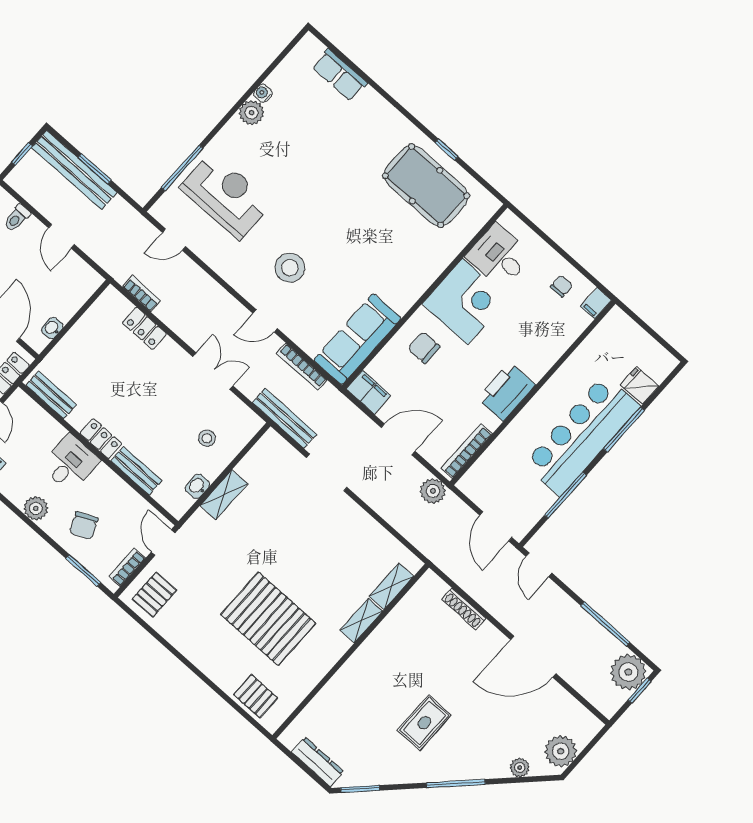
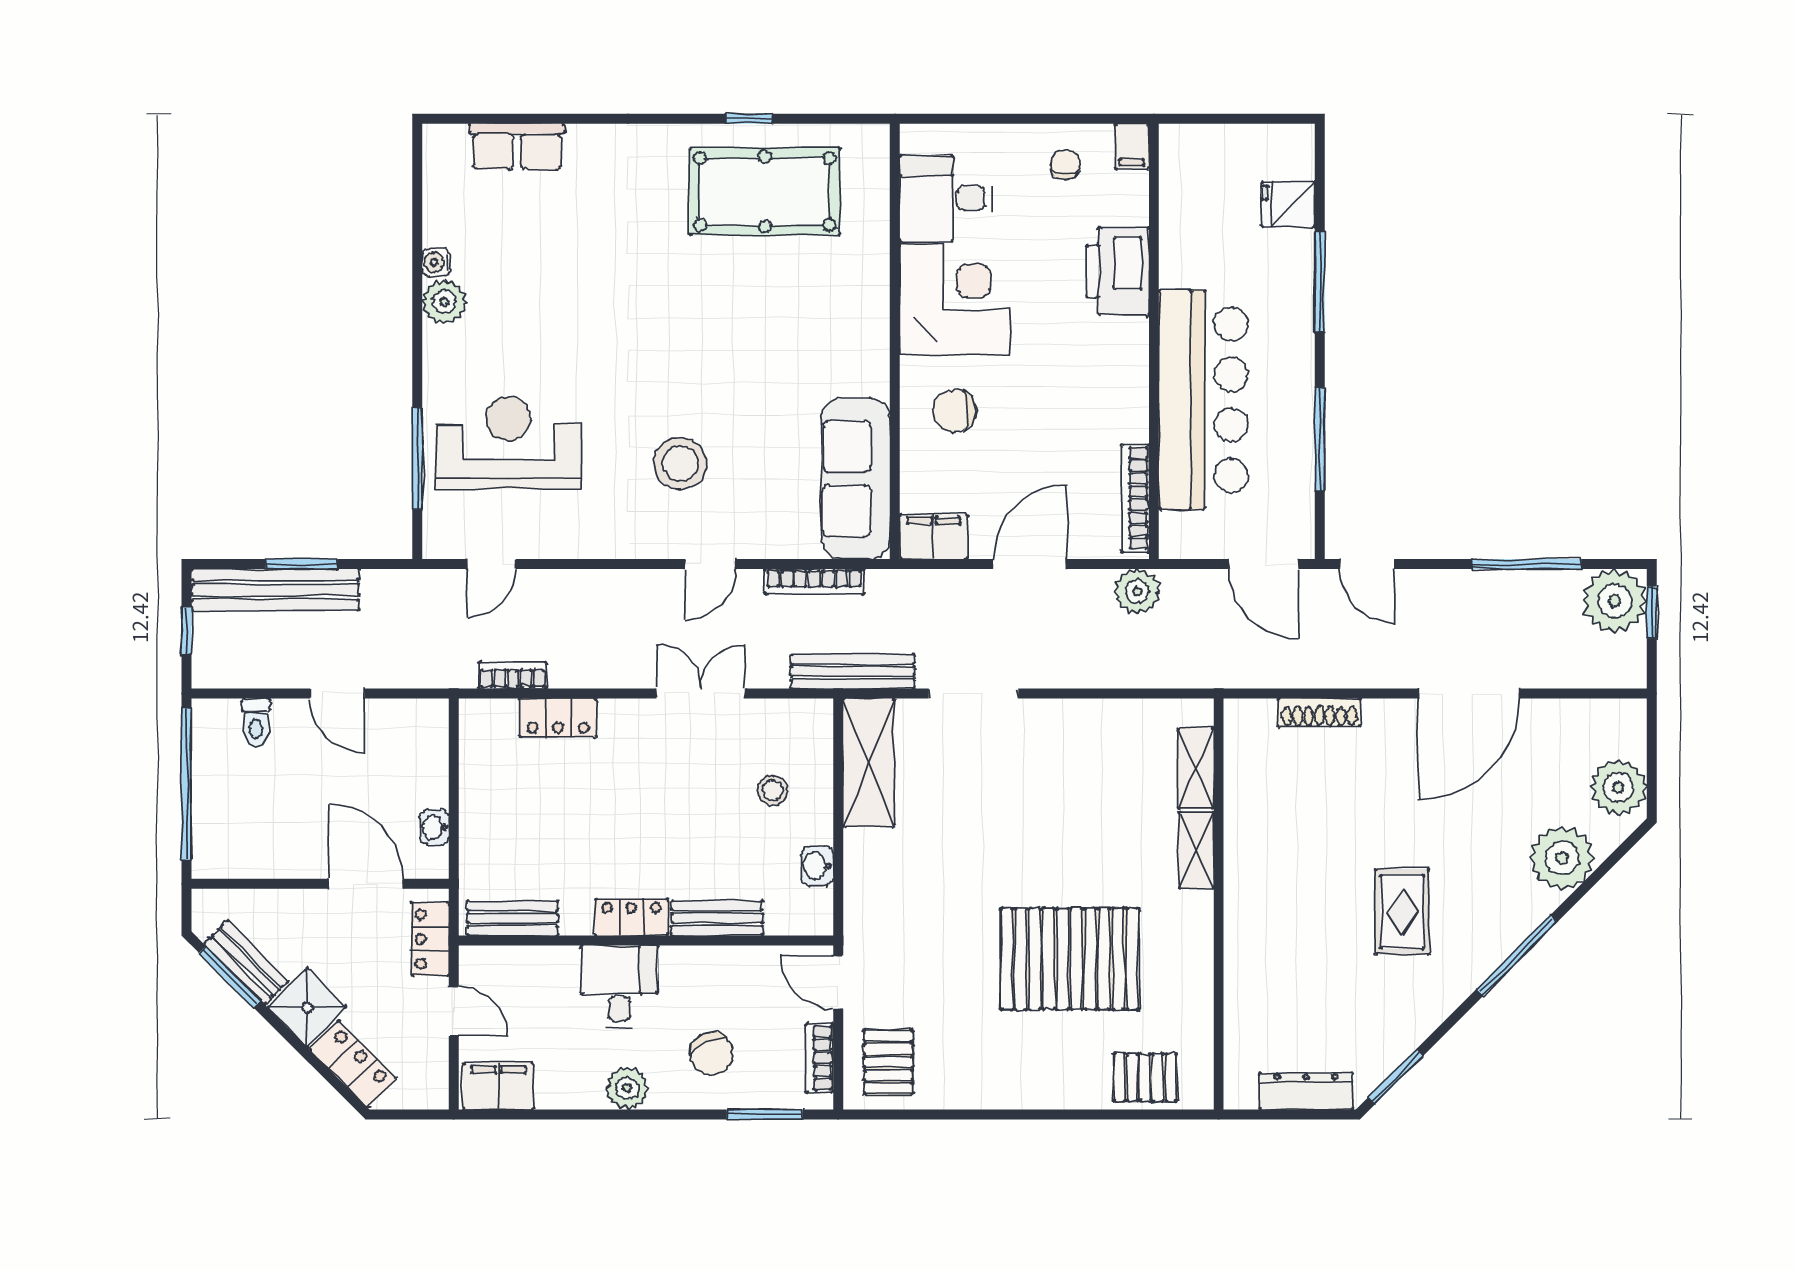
printer: (506, 392) -> (1117, 271), moved
bar counter: (582, 435) -> (1203, 400), moved, turned 180
shelving: (224, 495) -> (869, 763), moved, width x1.50, depth x1.33
plant: (520, 768) -> (1562, 858), width x1.87, depth x1.87

